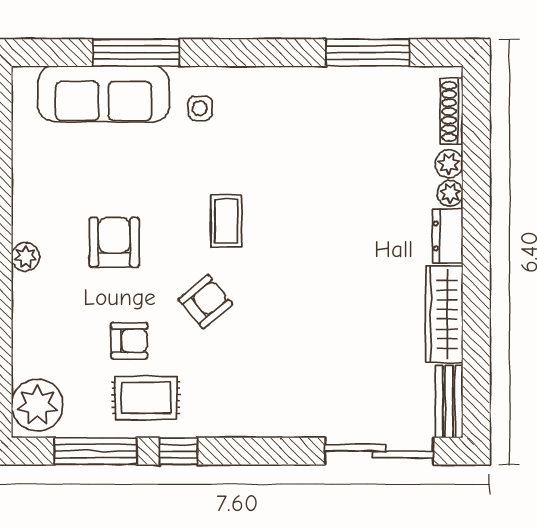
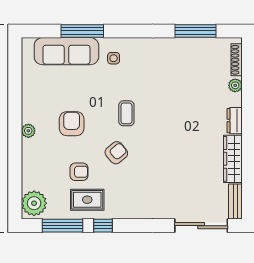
plant: (450, 193) -> (236, 100), removed

